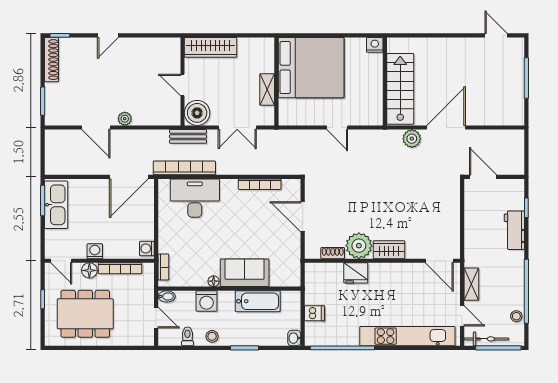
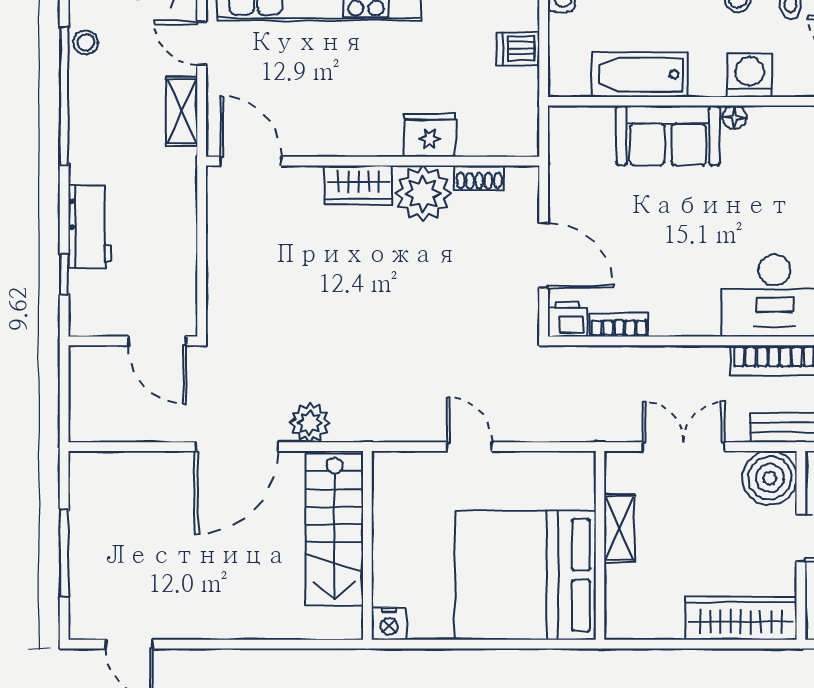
bookcase: (260, 184) -> (619, 325), width x0.64
printer: (291, 187) -> (568, 319), added

